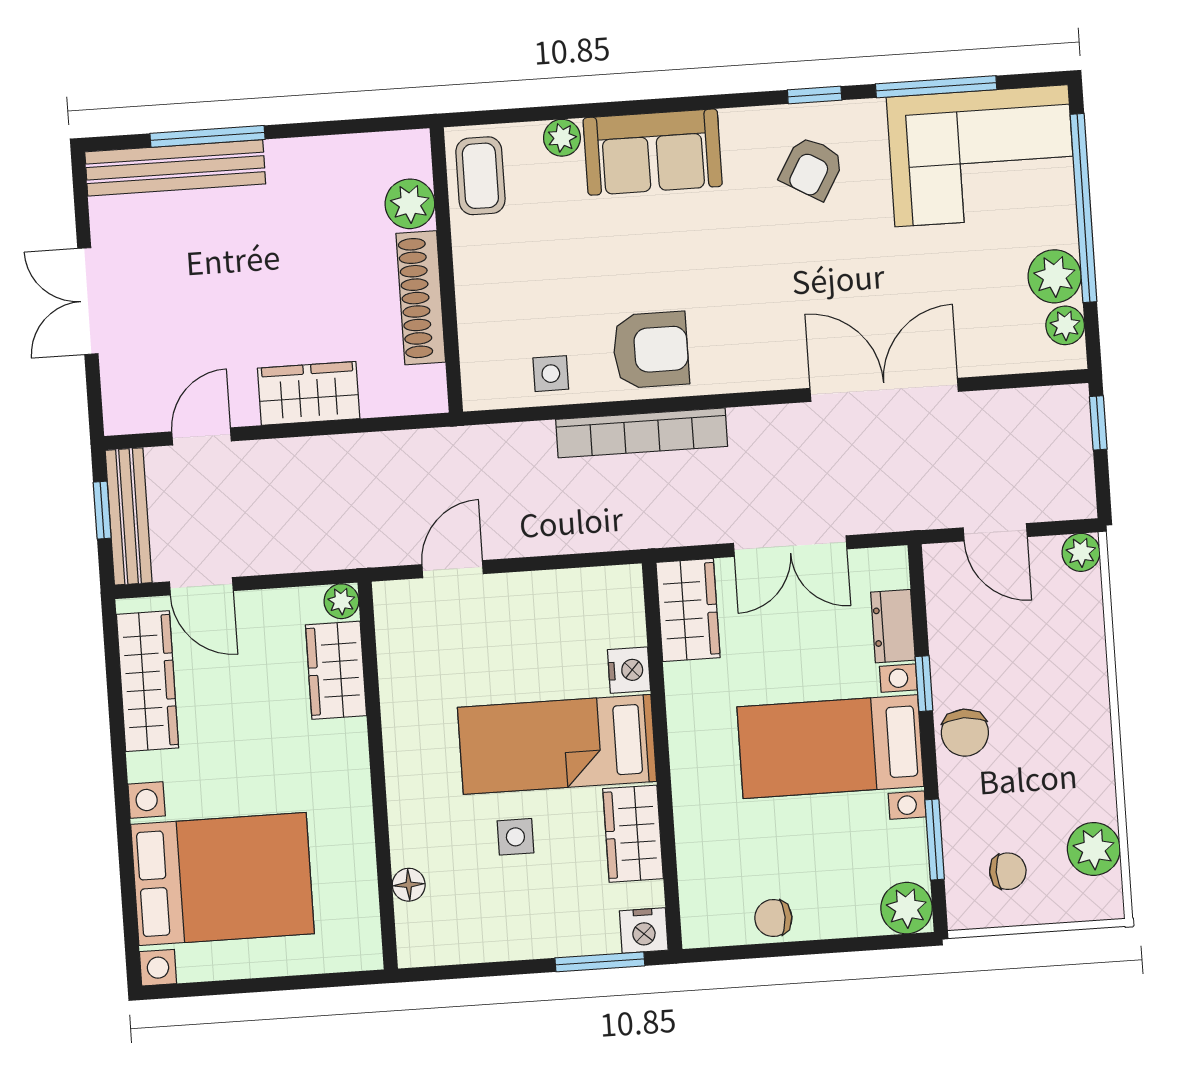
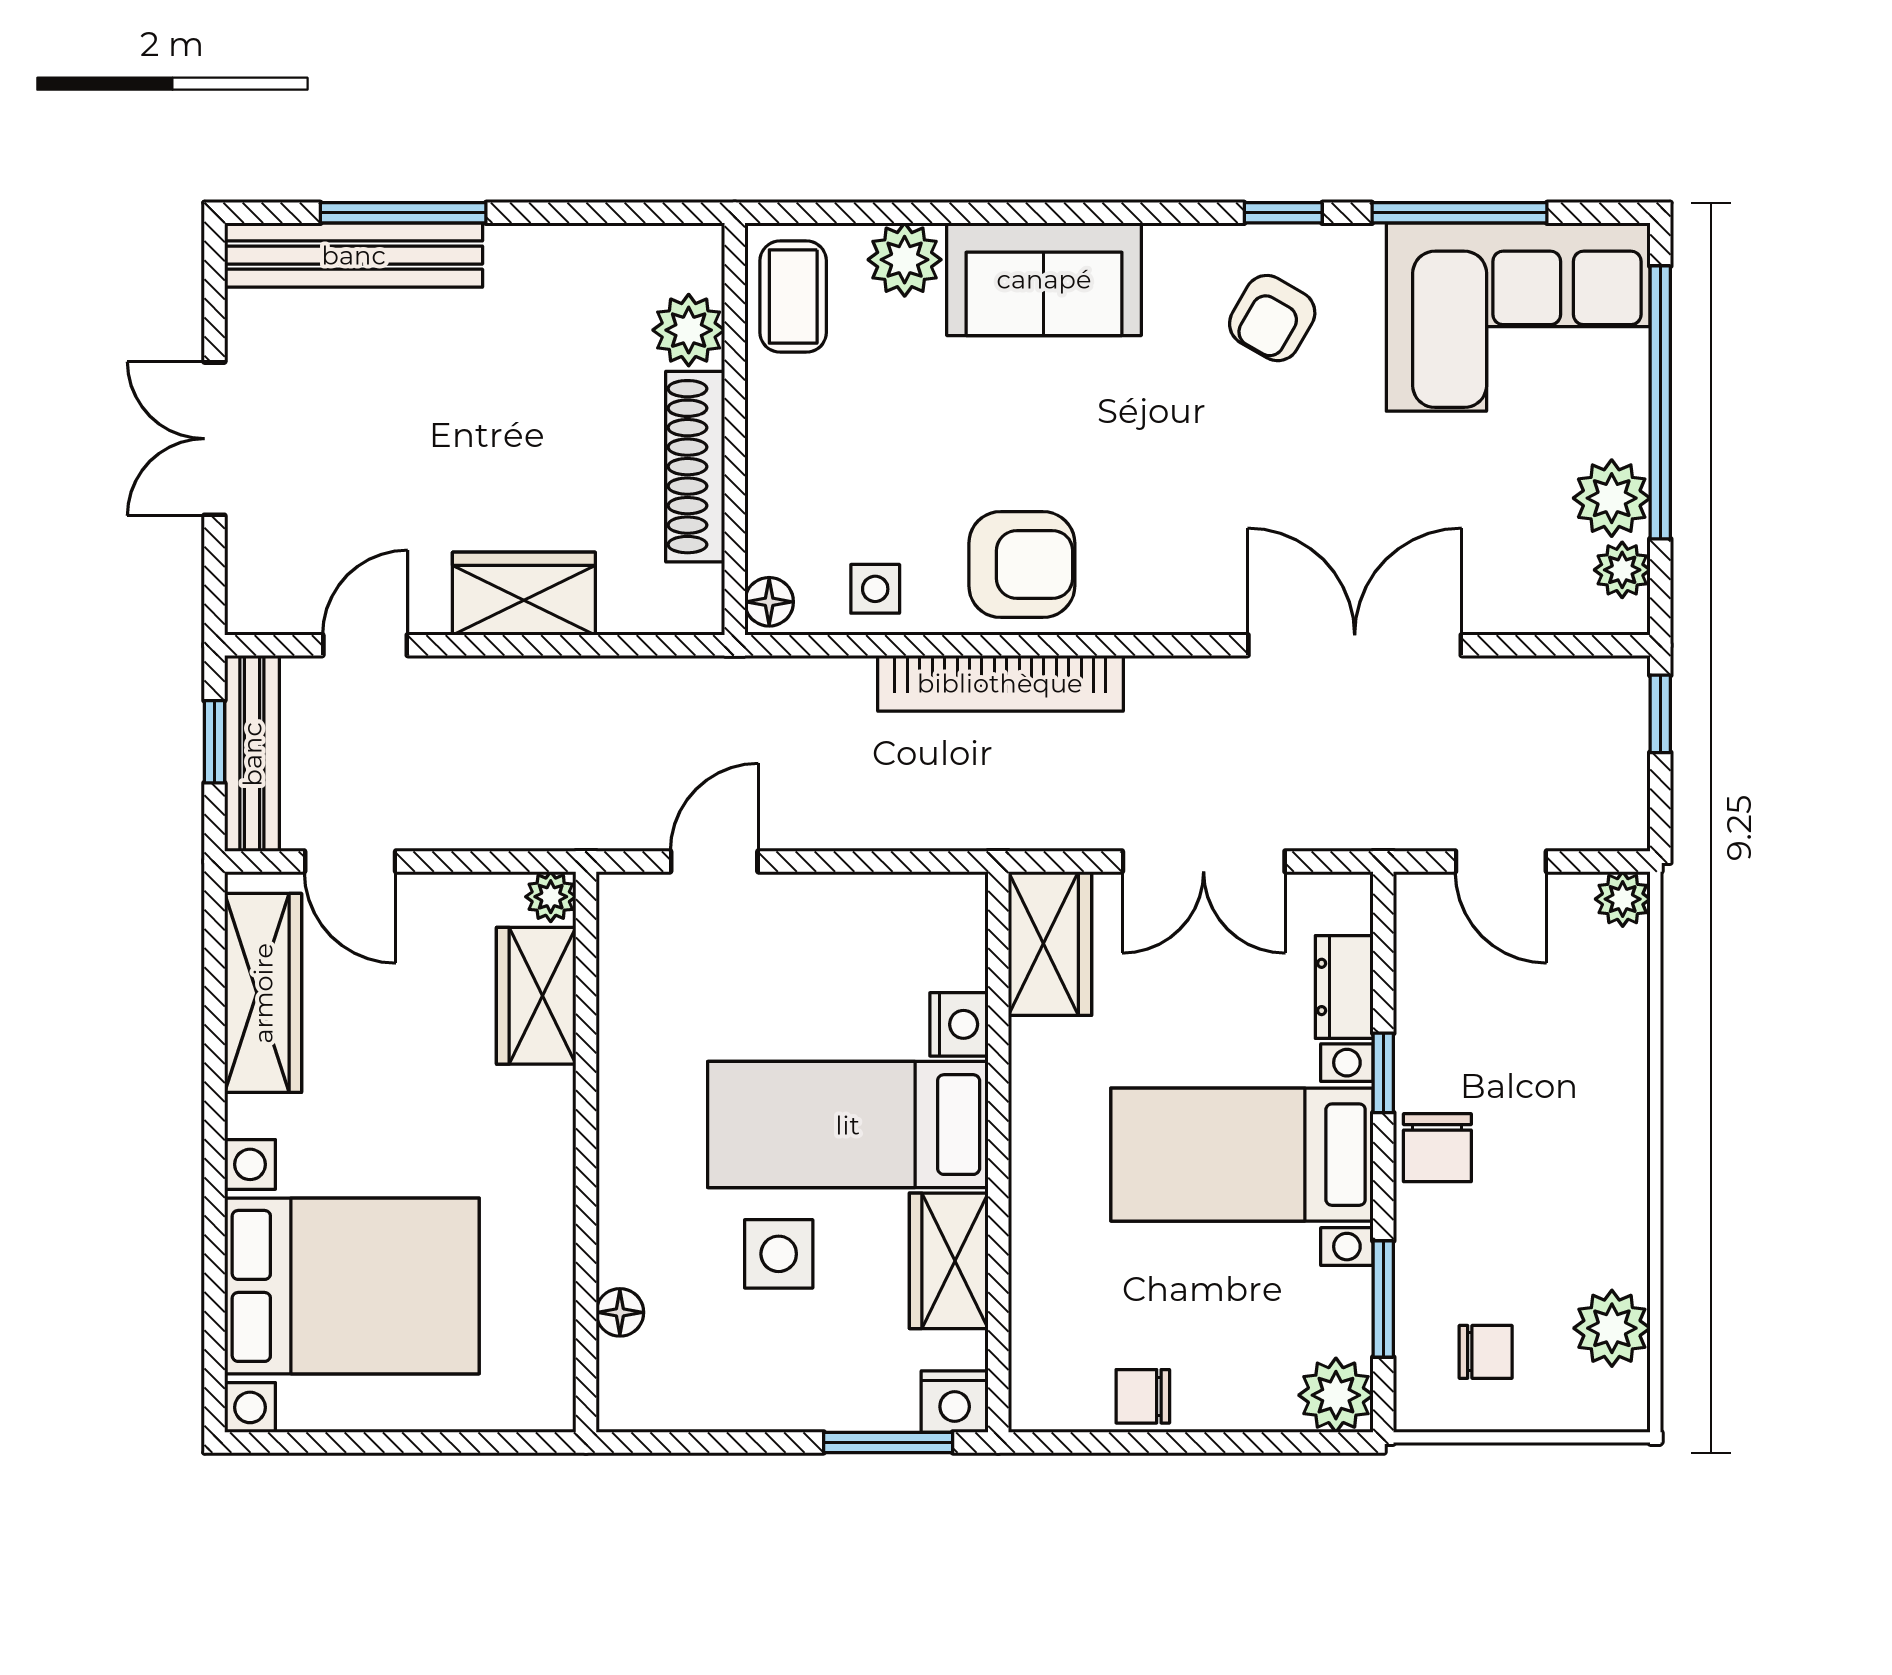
plant: (562, 138) -> (905, 260), width x1.38, depth x1.38
floor lamp: (478, 387) -> (769, 602), added
side table: (515, 837) -> (779, 1254), width x1.37, depth x1.37

